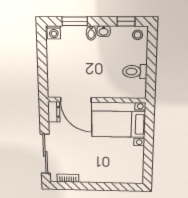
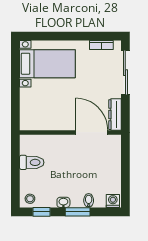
window: (75, 21) -> (78, 212), moved
bidet: (91, 33) -> (89, 200), moved
dresser: (54, 112) -> (115, 115), width x1.44
bed with nightstands: (118, 124) -> (47, 64), moved

